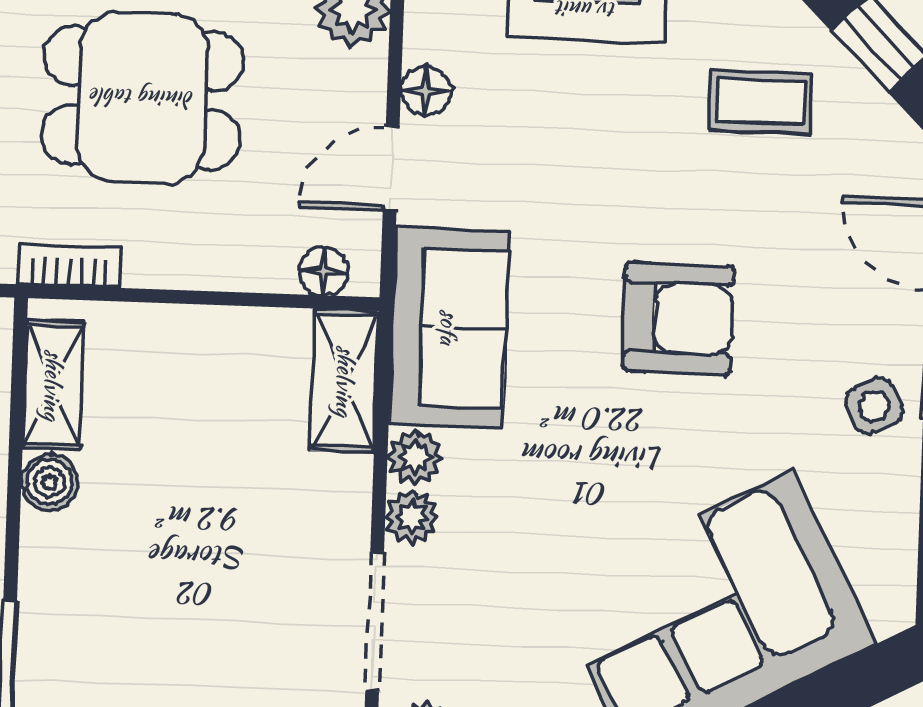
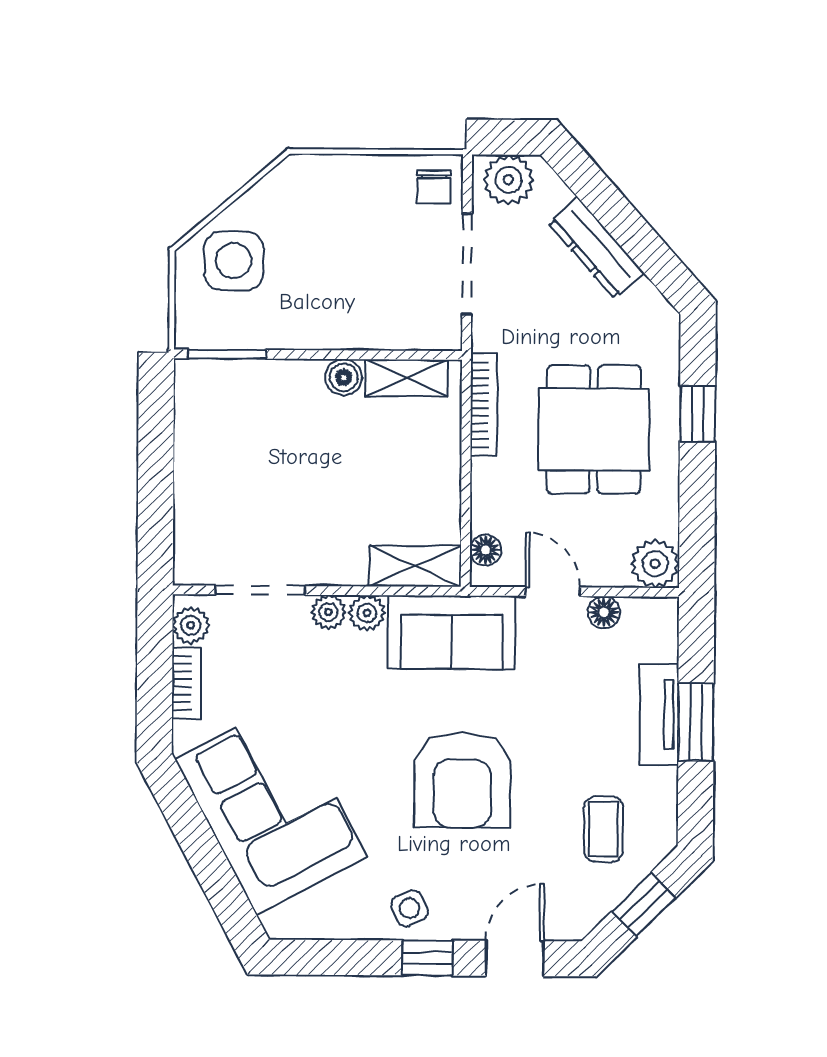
bookcase: (70, 266) -> (484, 405), width x1.56
armchair: (678, 318) -> (462, 780), width x1.36, depth x1.36

